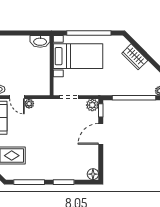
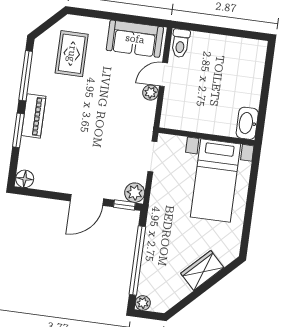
window: (89, 33) -> (250, 203), removed
door: (101, 134) -> (87, 200), swing flipped
piano: (53, 174) -> (34, 116), added

